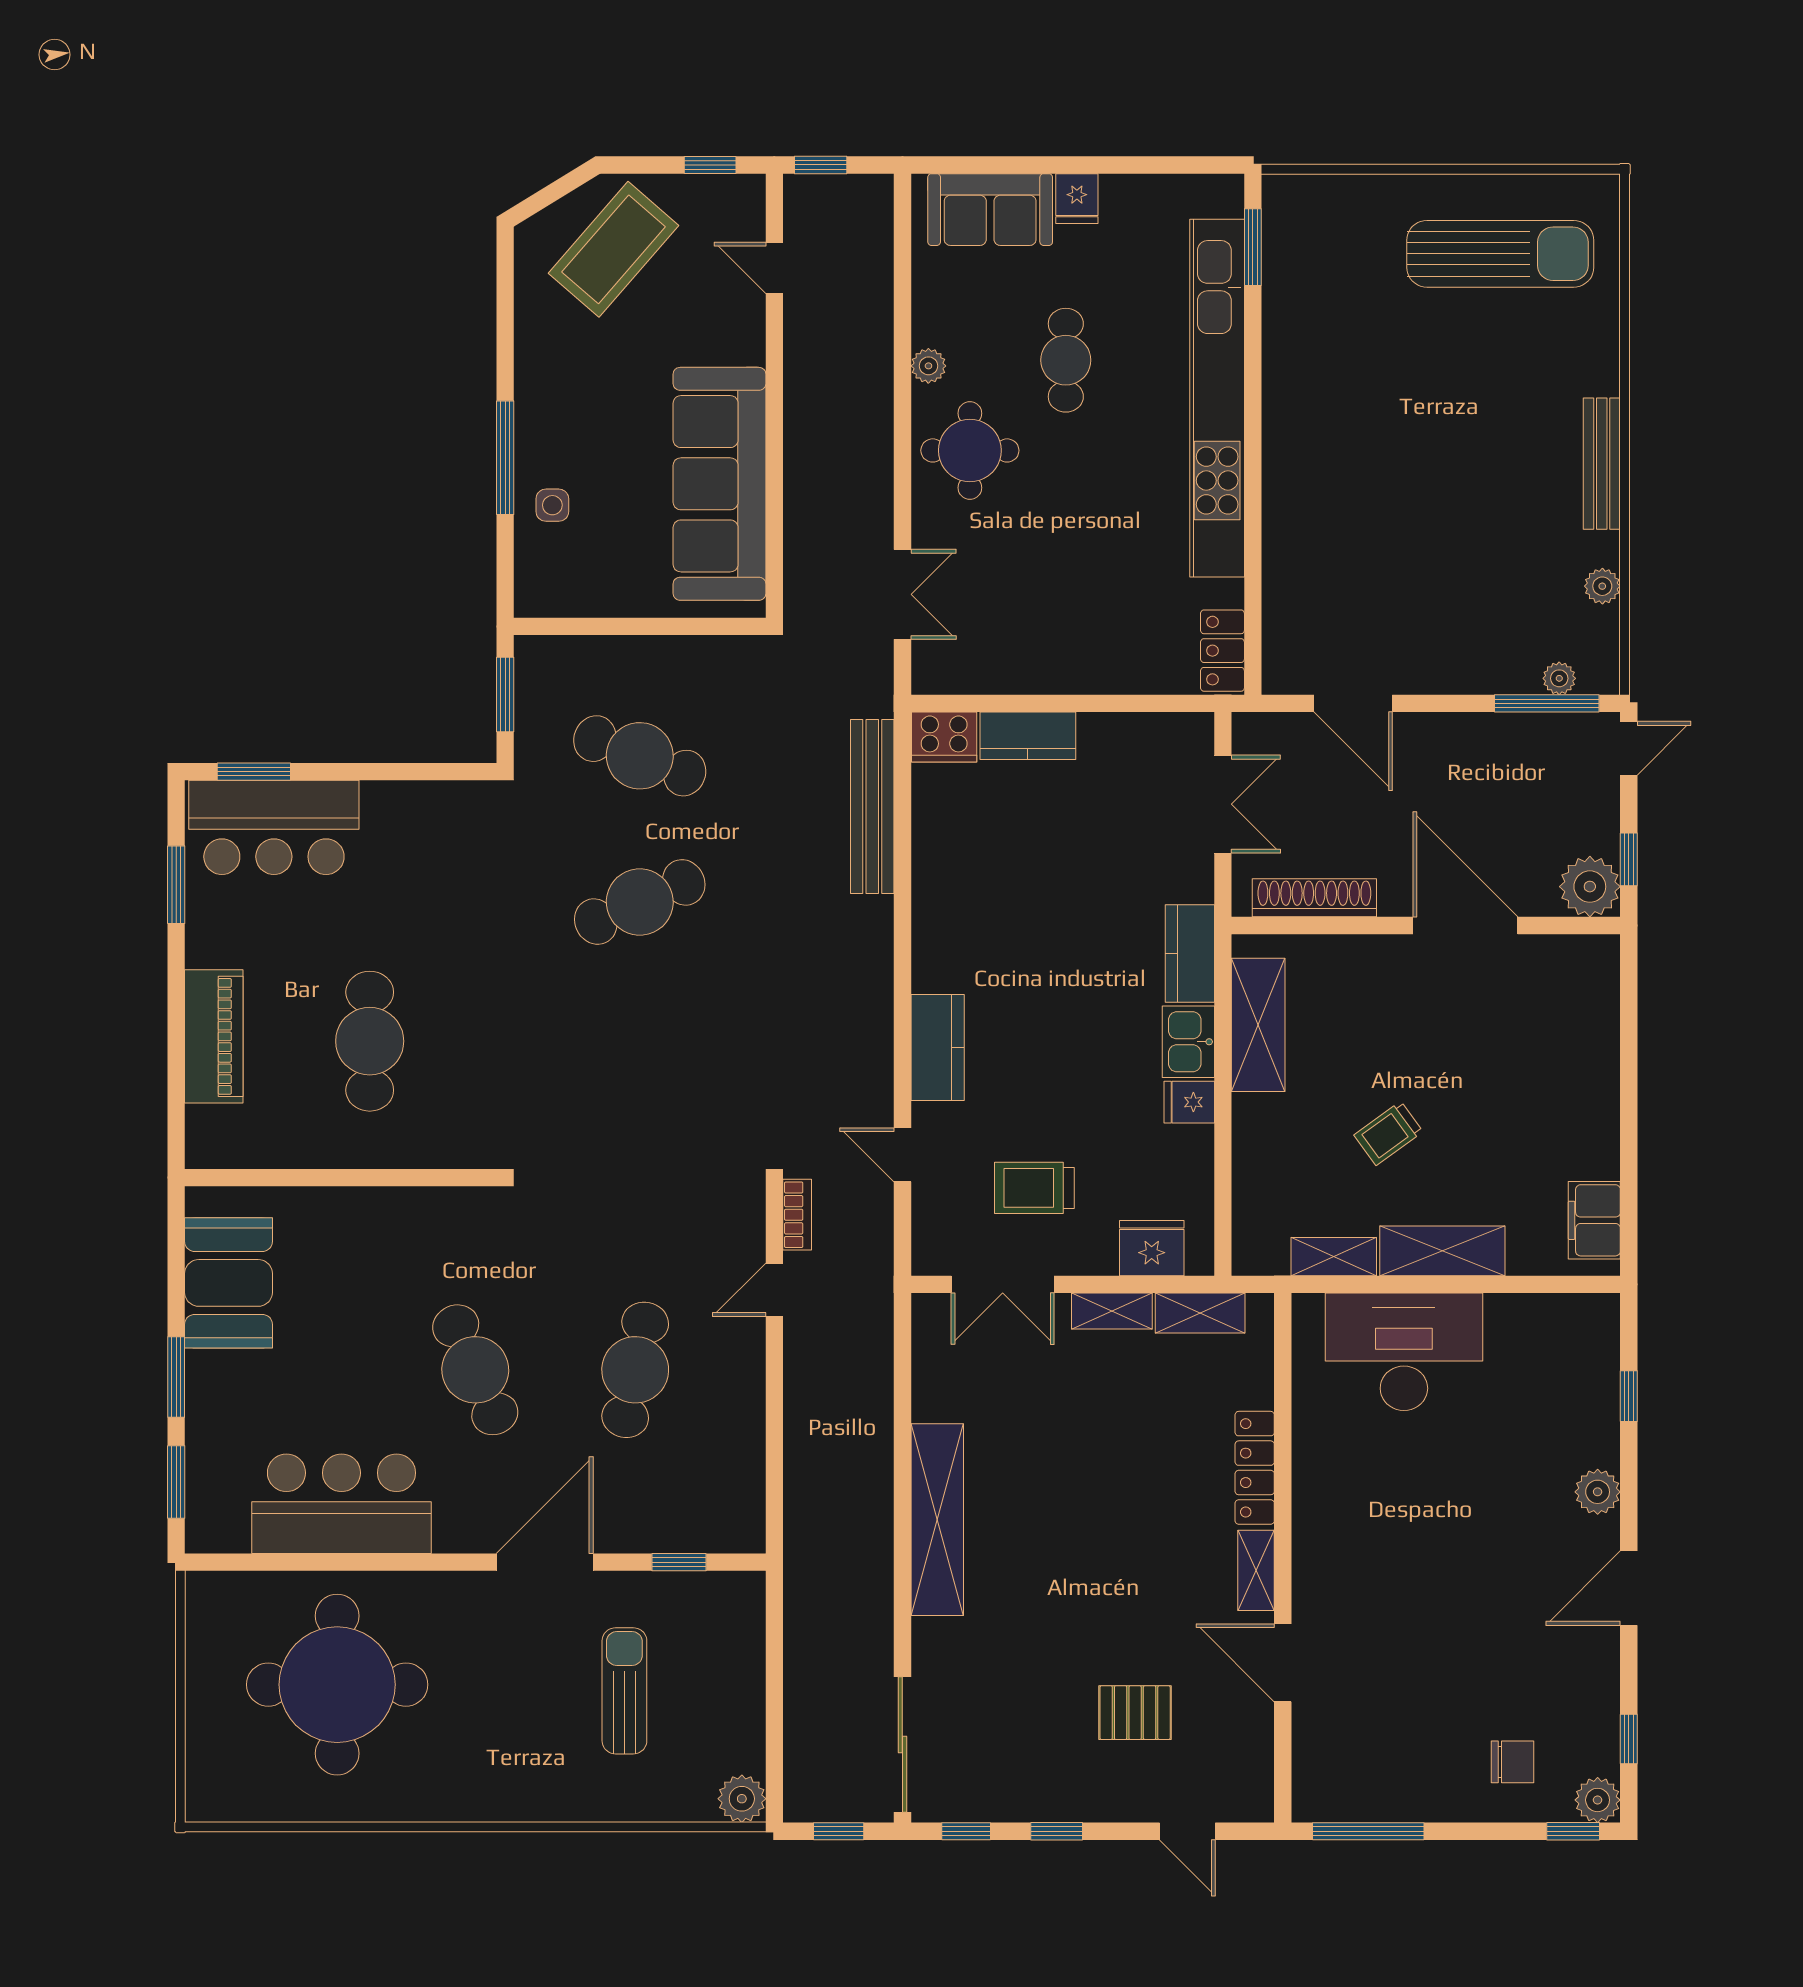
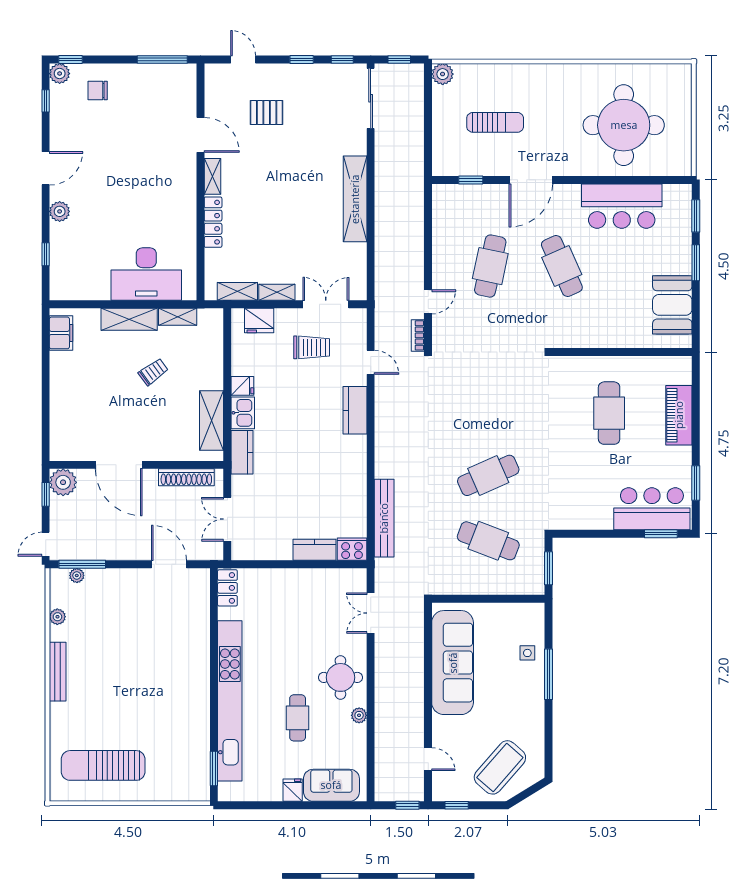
sun lounger: (624, 1691) -> (495, 122), turned -90

